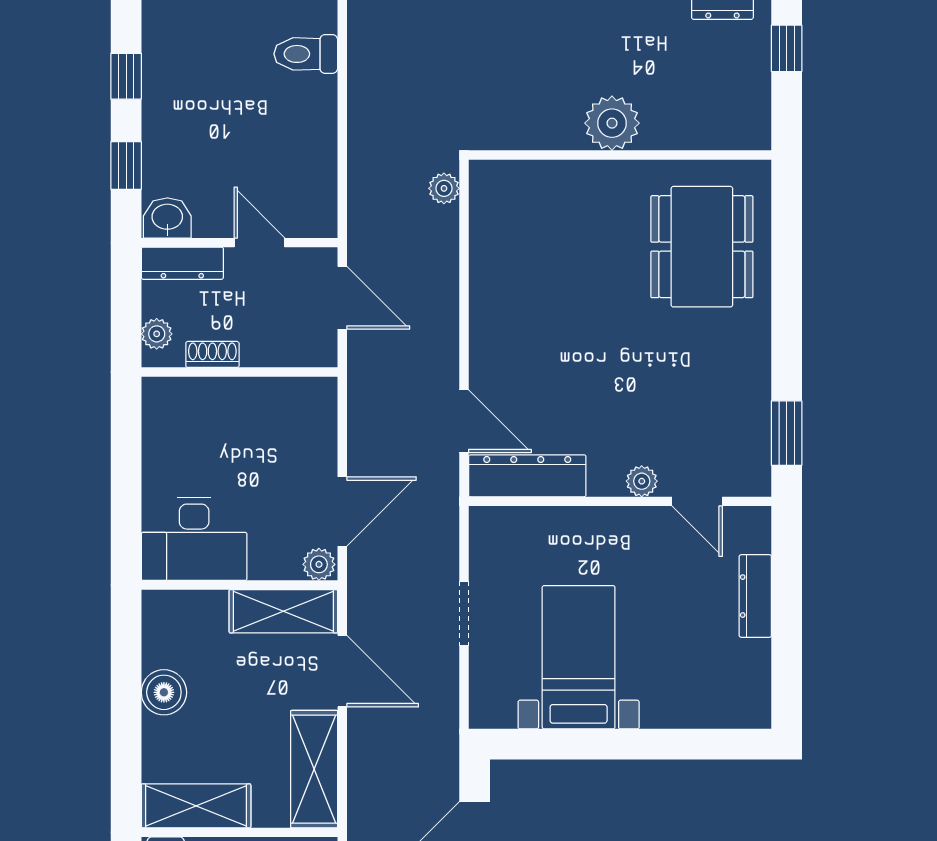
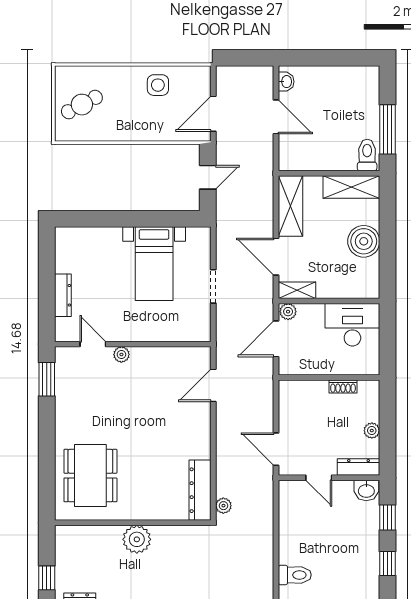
shoe rack: (212, 354) -> (343, 387), moved
wall: (239, 372) -> (329, 378), moved
door: (464, 421) -> (213, 385), hinge flipped
dresser: (527, 476) -> (200, 490), moved, turned 90
shelving: (283, 611) -> (297, 290), width x0.67, depth x0.75
boiler: (164, 692) -> (364, 241), width x1.37, depth x1.37

